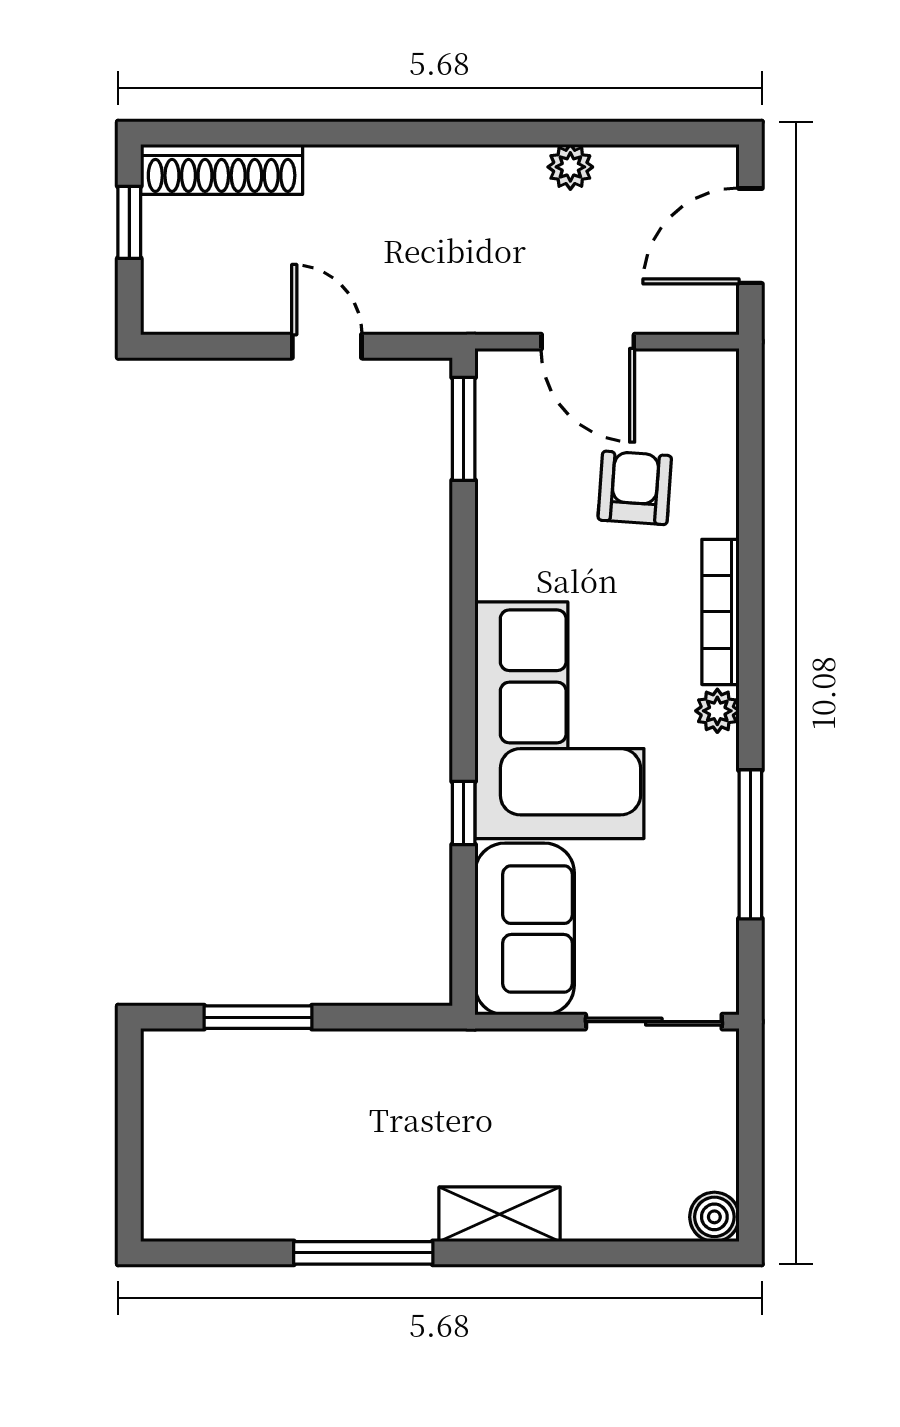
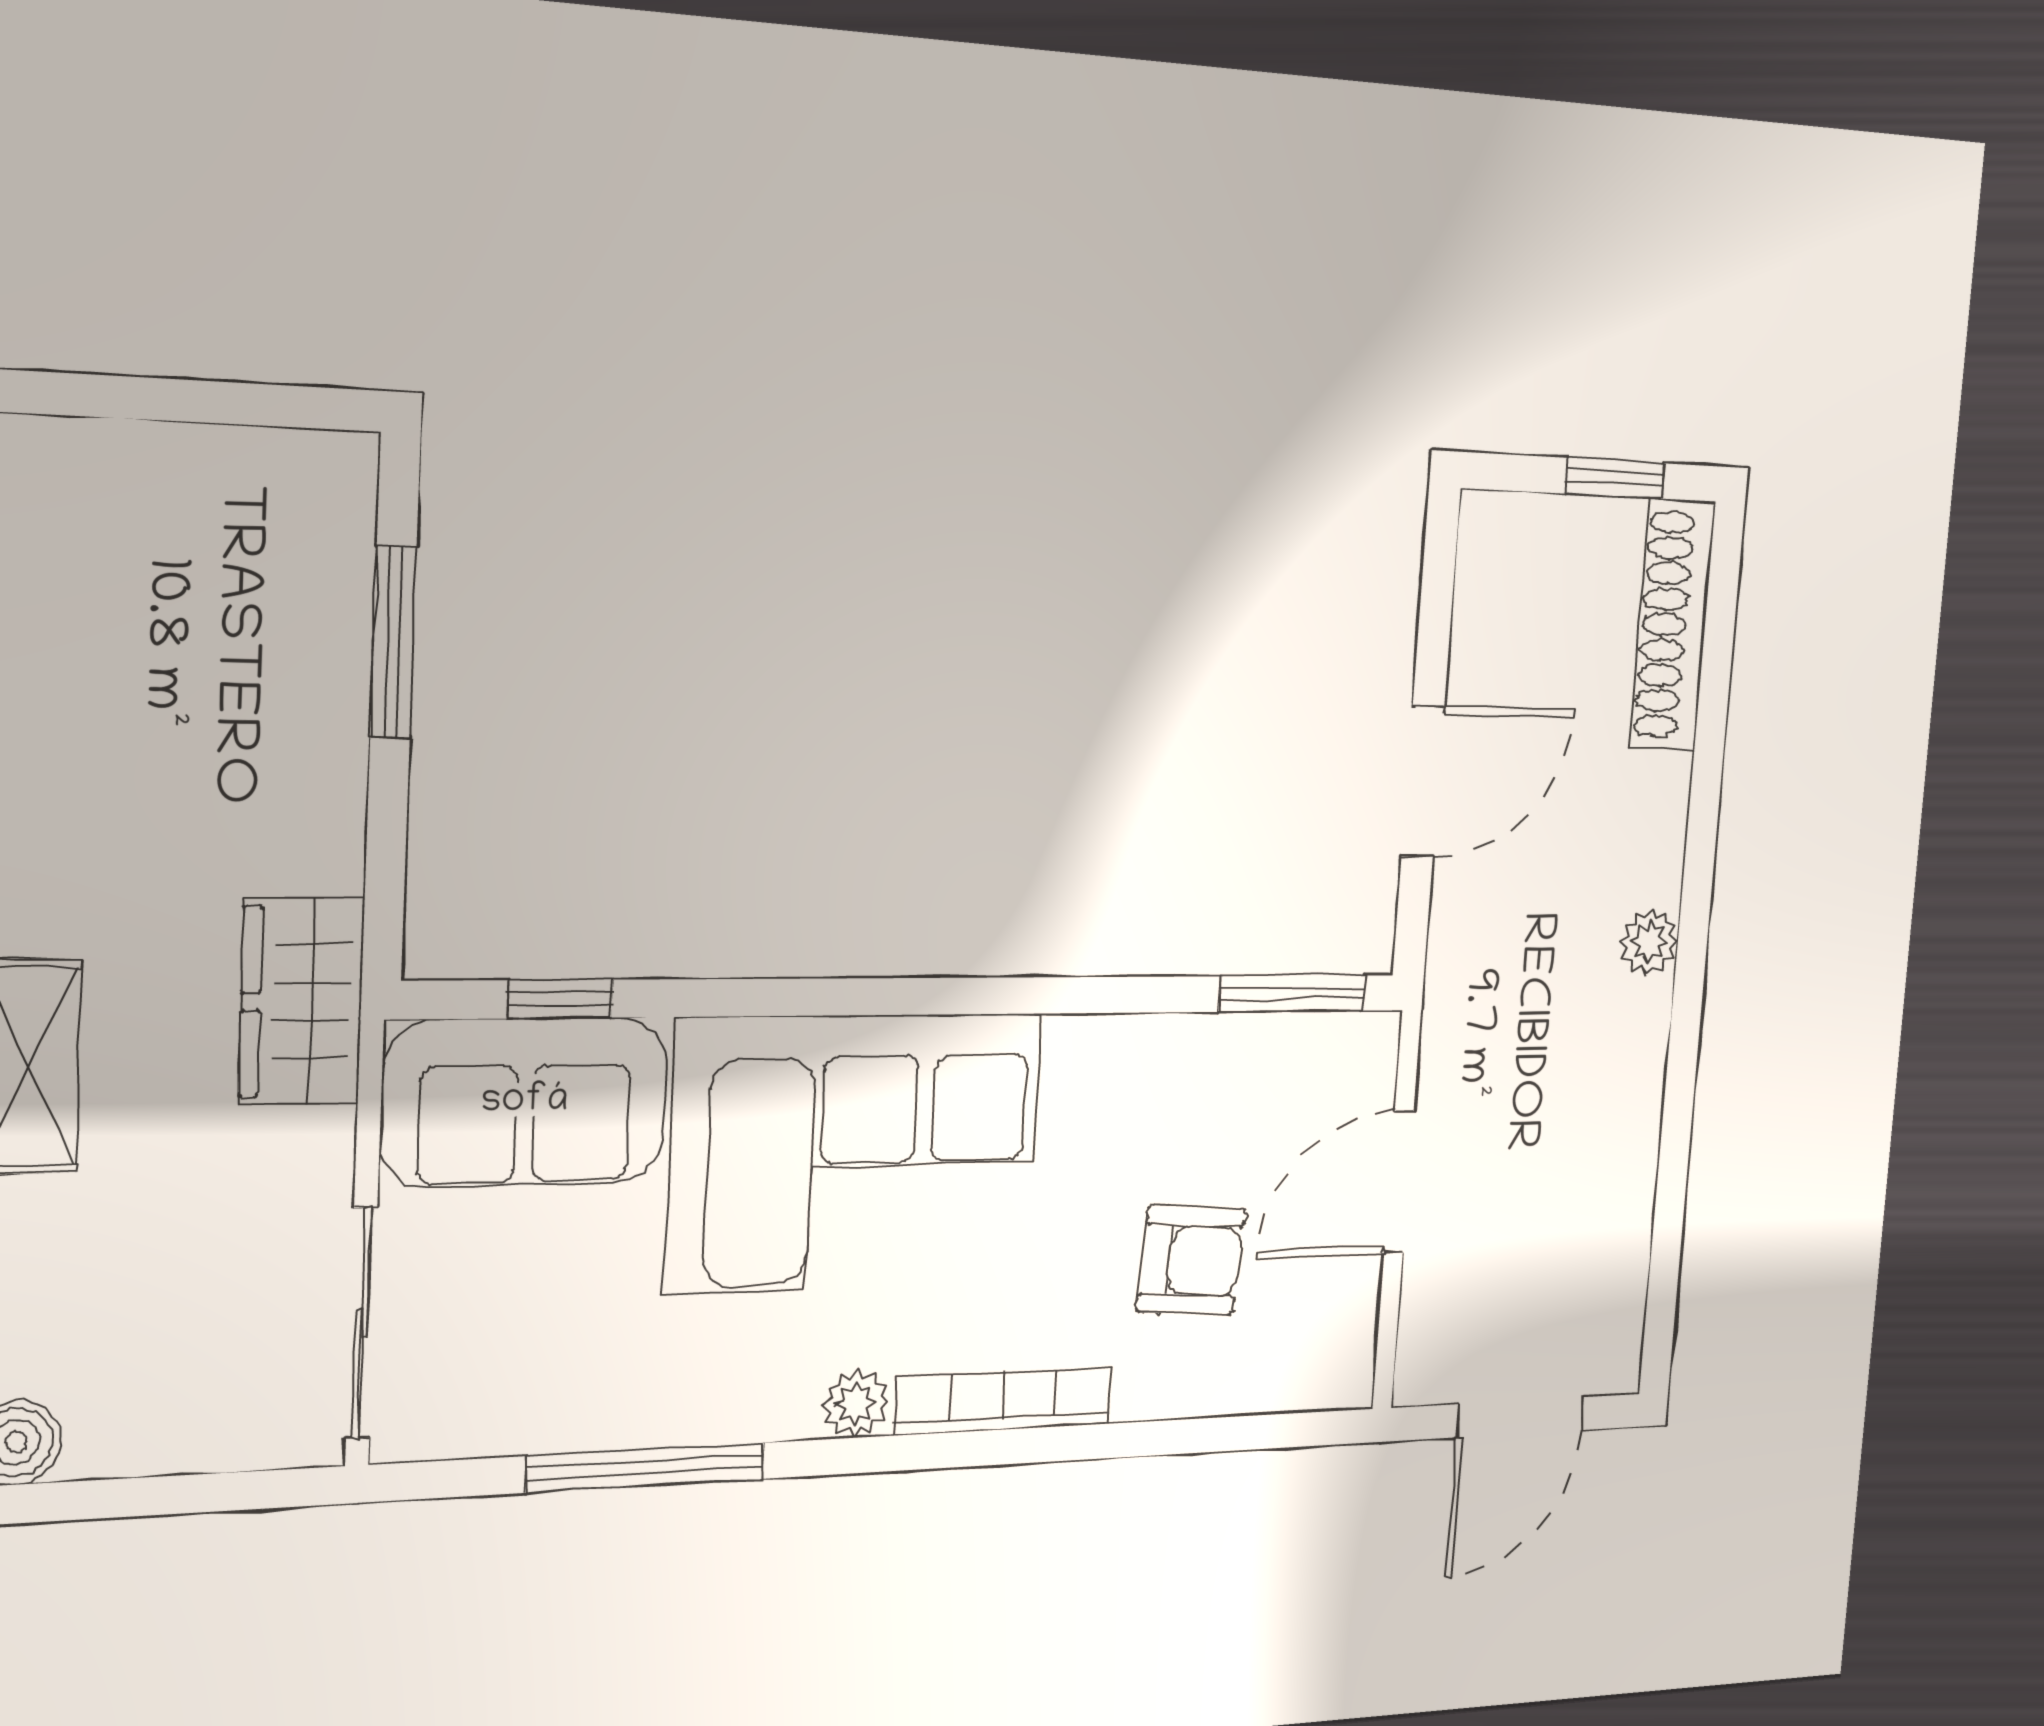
plant: (570, 167) -> (1649, 942), moved
door: (750, 236) -> (1520, 1417), swing flipped
door: (327, 346) -> (1423, 781), width x1.38
window: (464, 813) -> (560, 999), moved
wardrobe: (464, 1063) -> (302, 1001), added

